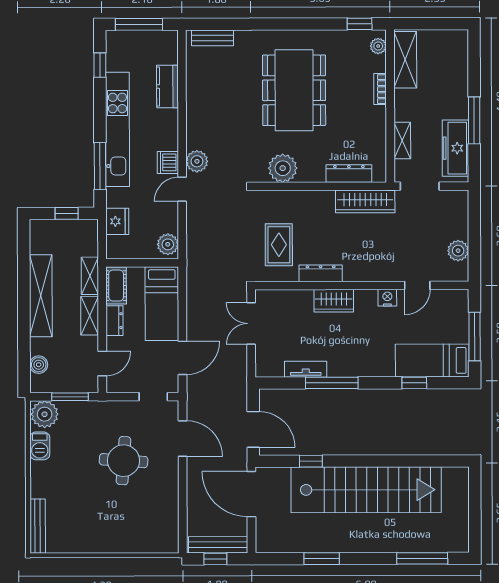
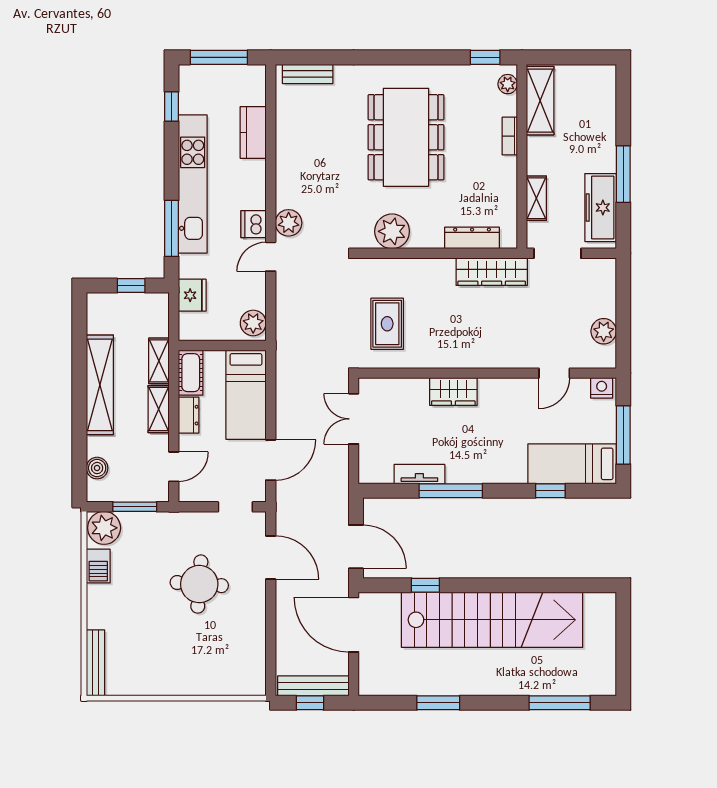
dresser: (321, 273) -> (438, 358), removed
nightstand: (387, 298) -> (602, 388), moved

